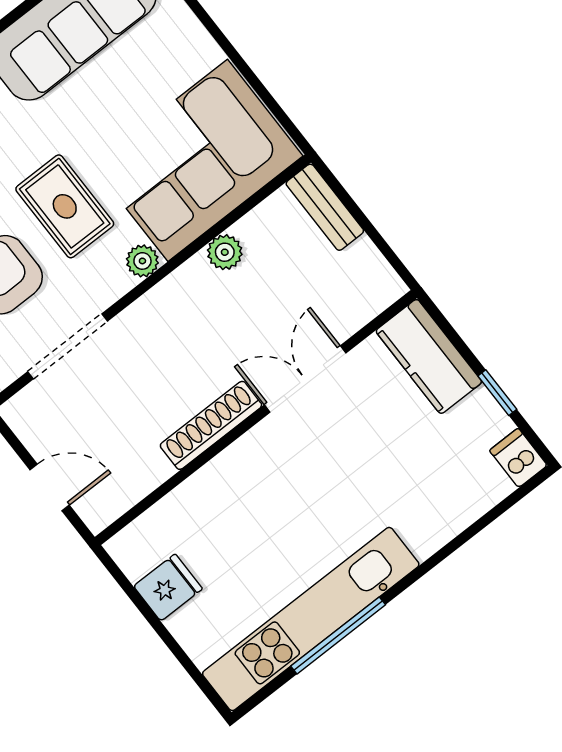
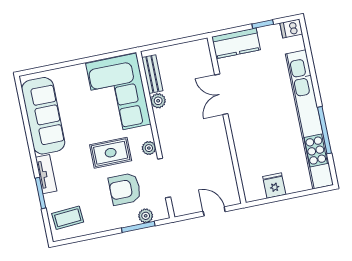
bench: (325, 207) -> (152, 74), moved, turned 90
plant: (142, 261) -> (149, 148), moved
shoe rack: (211, 425) -> (221, 139), removed
door: (50, 488) -> (214, 211), hinge flipped
kitchen unit: (311, 619) -> (309, 119), width x1.36

